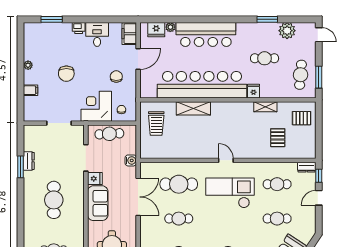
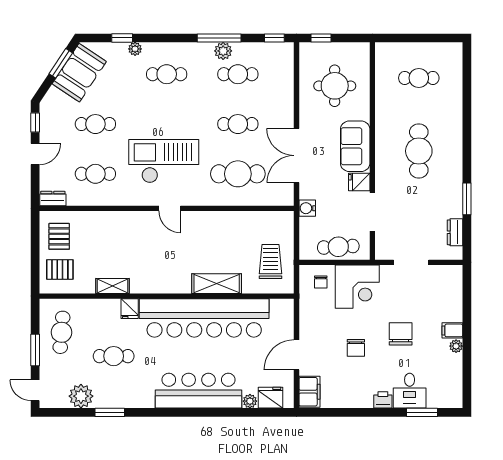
desk: (97, 34) -> (410, 391), moved
chair: (116, 77) -> (356, 348), moved
window: (319, 77) -> (35, 350), moved
filing cabinet: (31, 90) -> (452, 330), moved
pallet: (278, 138) -> (59, 236), moved
dresser: (29, 161) -> (455, 232), moved
window: (319, 176) -> (35, 123), moved
checkout: (230, 193) -> (164, 161), turned 180

